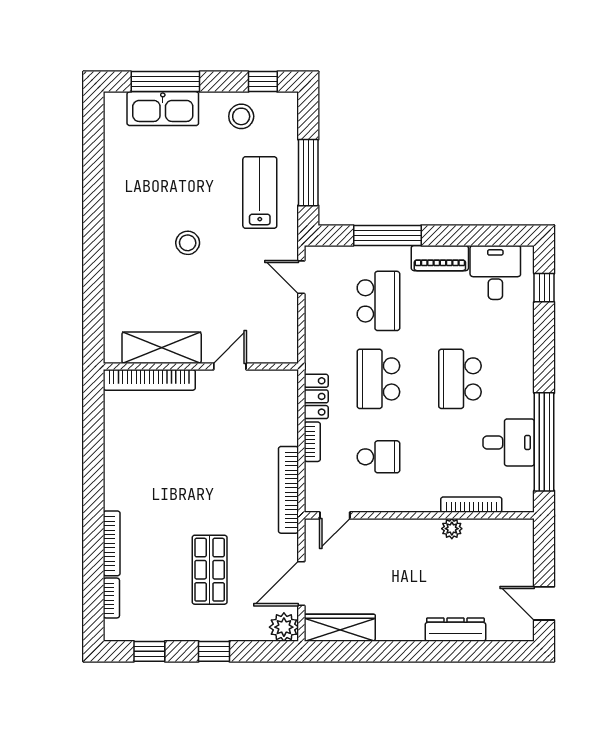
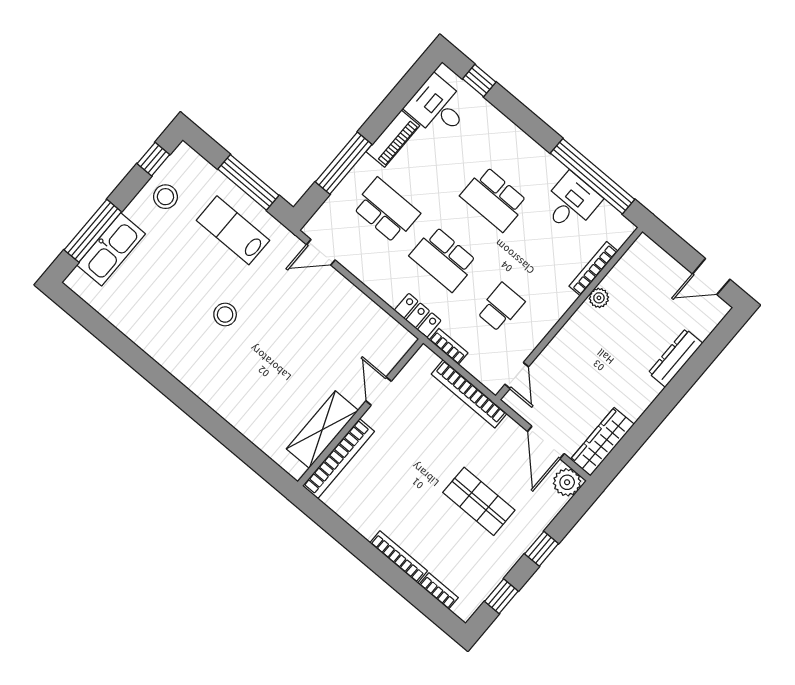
shelving: (162, 348) -> (322, 430), moved
wall: (201, 366) -> (361, 412), moved
door: (230, 366) -> (379, 391), moved
bookcase: (149, 380) -> (338, 459), moved

